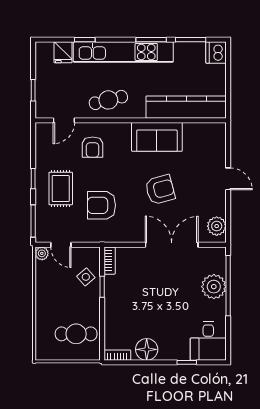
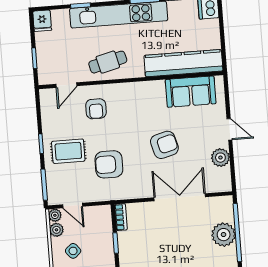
fridge: (63, 52) -> (42, 21), moved
sofa: (157, 137) -> (191, 92), moved
rug: (61, 189) -> (68, 151), turned 90
plant: (217, 226) -> (220, 158), moved
plant: (42, 268) -> (56, 230), added
side table: (86, 277) -> (73, 251), moved

